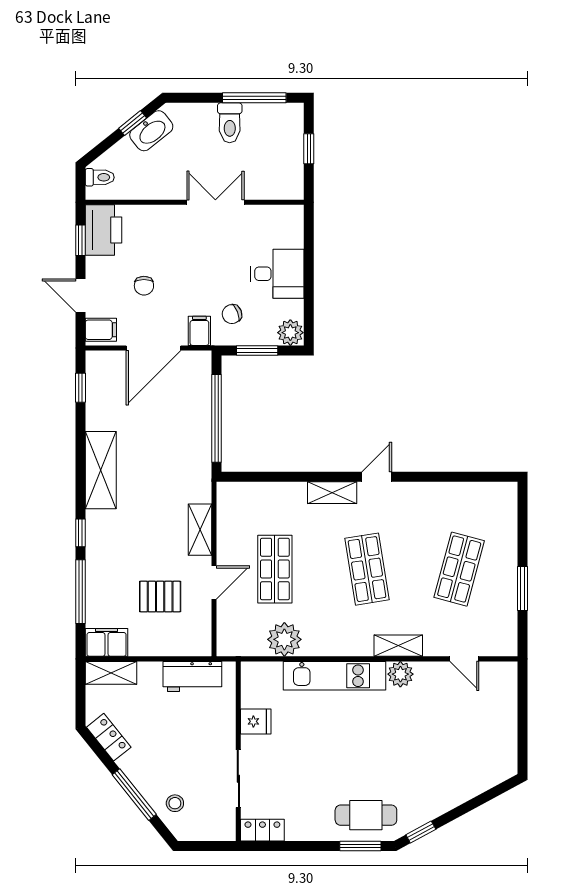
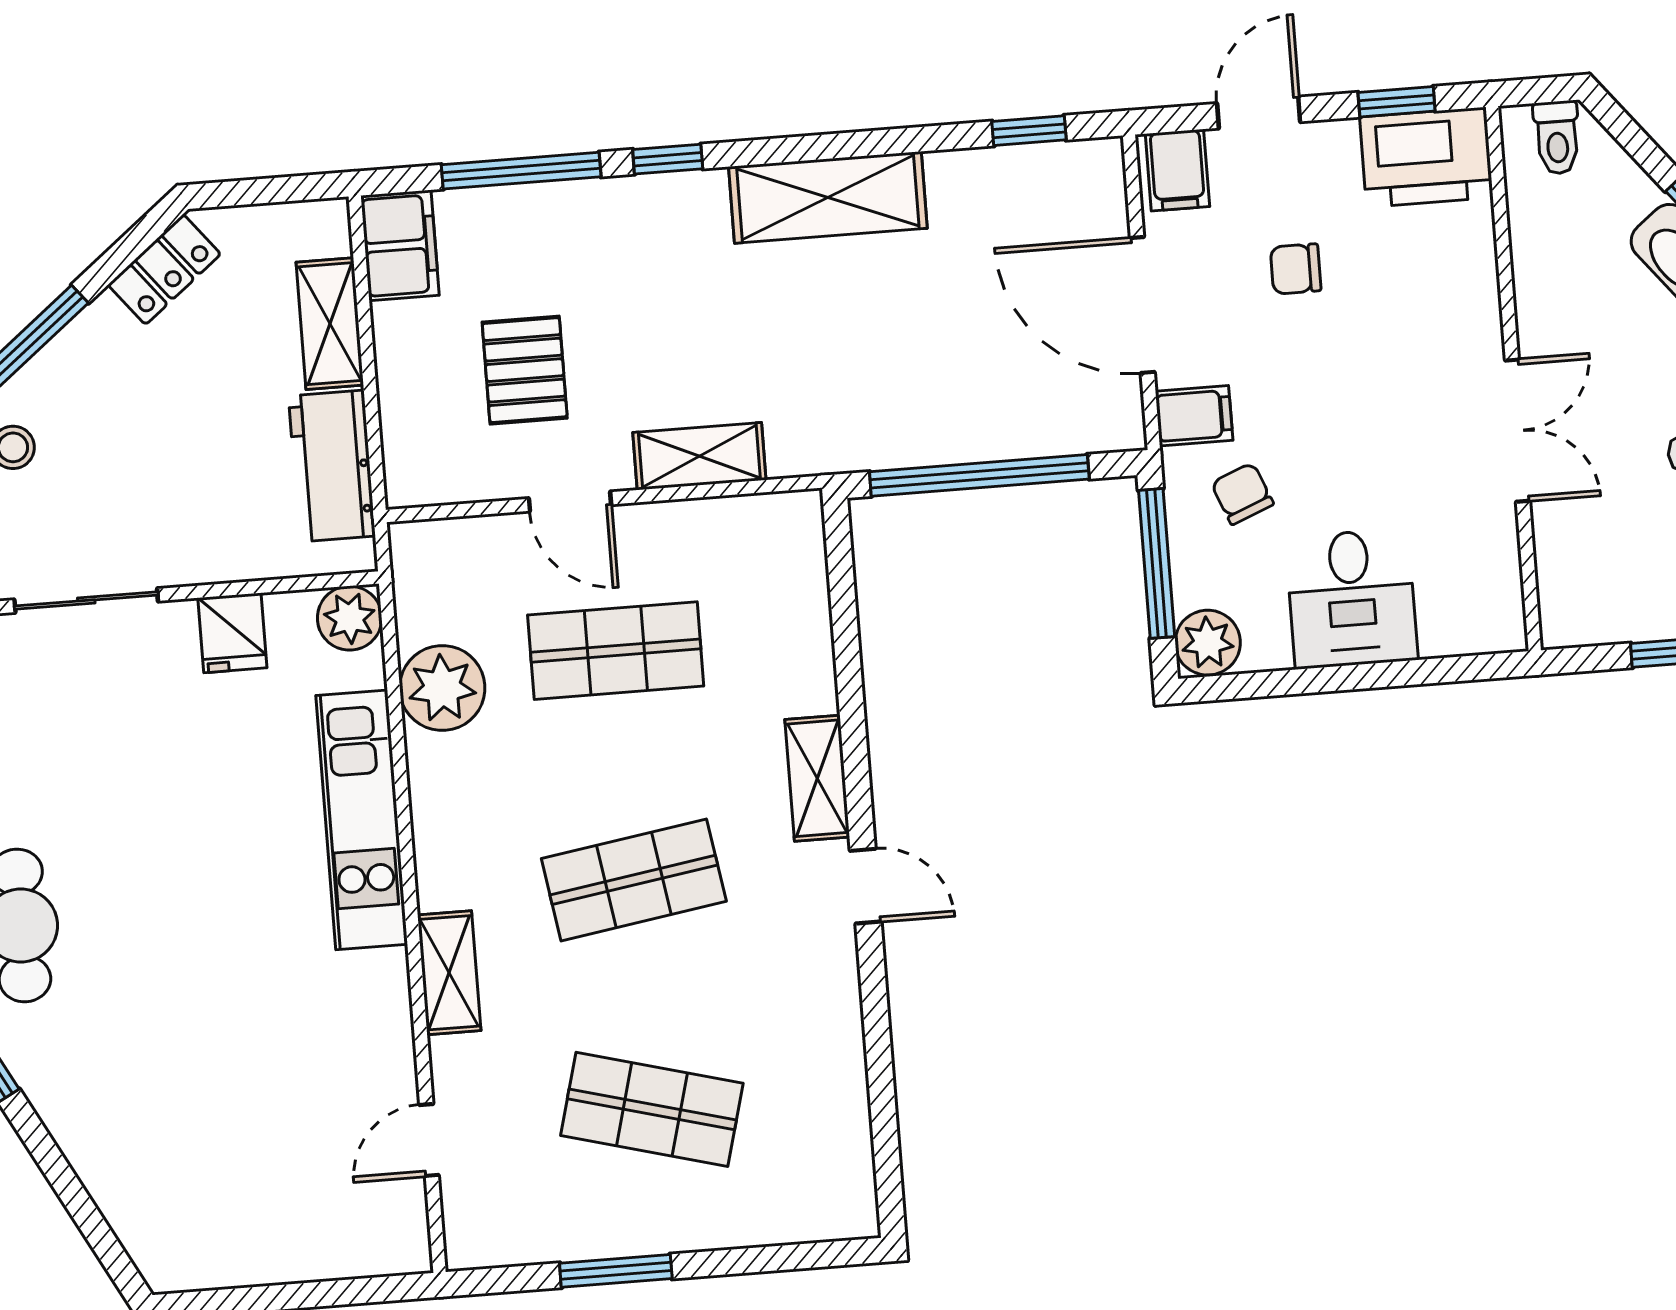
window: (257, 350) -> (1157, 563), width x1.44
shelving: (111, 673) -> (330, 324), moved
plant: (400, 674) -> (350, 618), moved

